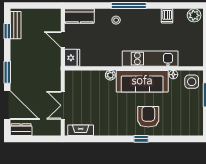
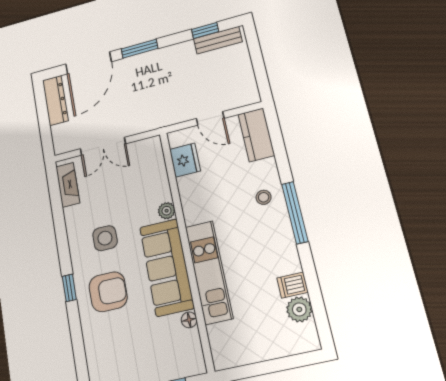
plant: (194, 15) -> (299, 309), moved
door: (63, 40) -> (210, 118), swing flipped
fridge: (72, 58) -> (185, 160), moved, turned -90
side table: (192, 82) -> (105, 238), moved
double door: (63, 105) -> (103, 146), swing flipped
dresser: (21, 130) -> (55, 100), width x1.44

